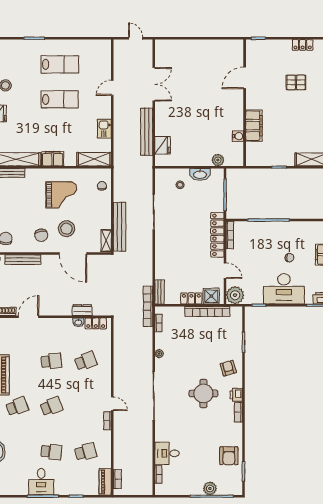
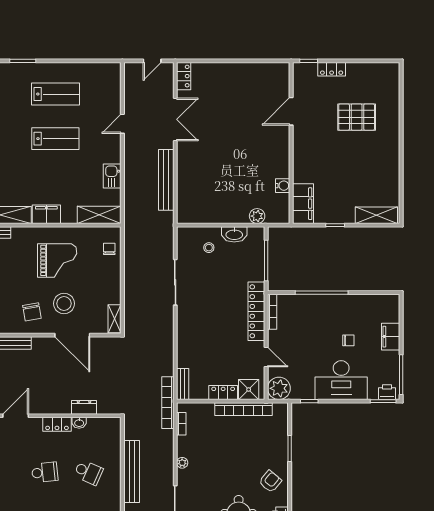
door: (136, 38) -> (152, 61), swing flipped
locker: (303, 45) -> (332, 69), moved
locker: (160, 50) -> (184, 76), added
pallet: (296, 82) -> (357, 117), width x1.50, depth x1.42
filing cabinet: (254, 126) -> (303, 204), moved
fridge: (162, 145) -> (186, 197), removed
bench: (120, 227) -> (132, 471), moved
locker: (96, 323) -> (57, 424), moved
school desk: (86, 361) -> (88, 472), turned 45
armchair: (228, 368) -> (270, 481), turned 56

